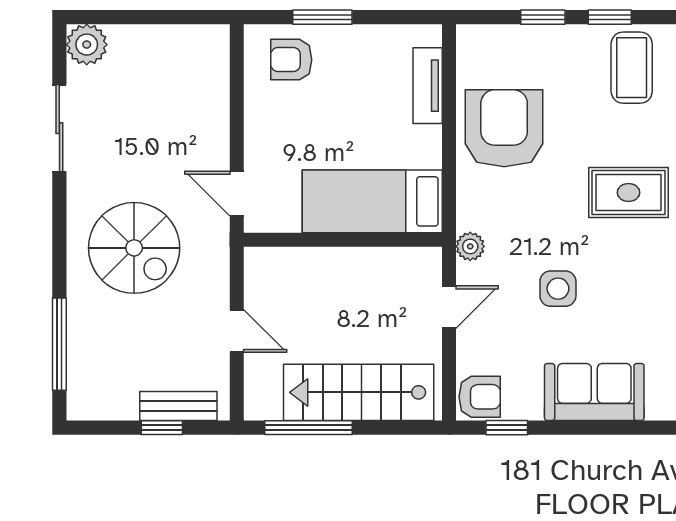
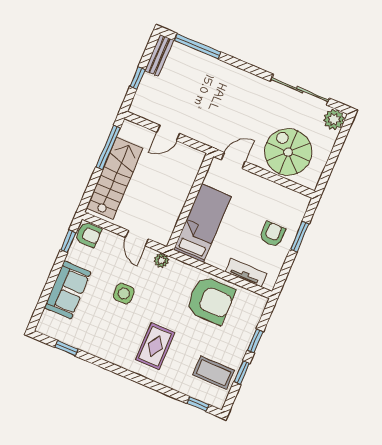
armchair: (291, 60) -> (272, 234), moved
sliding door: (59, 128) -> (300, 90), width x1.37
spiral stairs: (134, 248) -> (288, 152), moved, turned 90
armchair: (480, 397) -> (88, 235), turned -90
bench: (178, 406) -> (159, 55), moved

